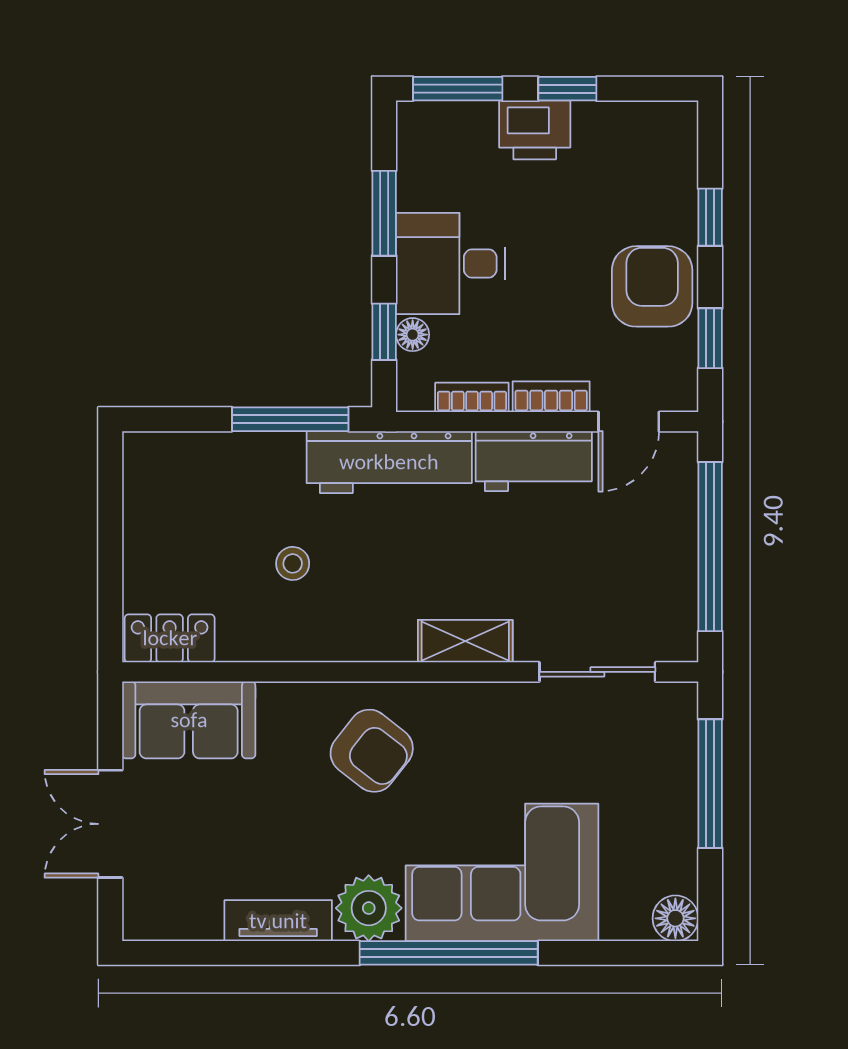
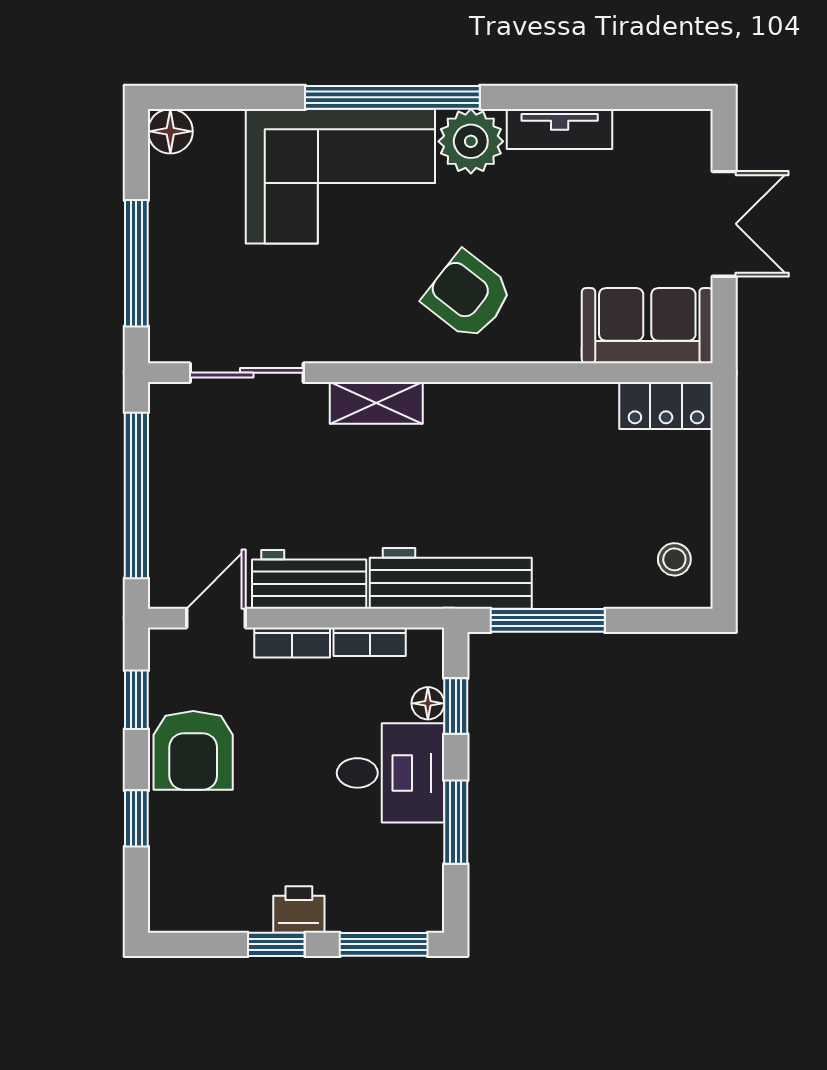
printer: (535, 130) -> (299, 909), width x0.73, depth x0.81
stool: (293, 563) -> (674, 559), moved

